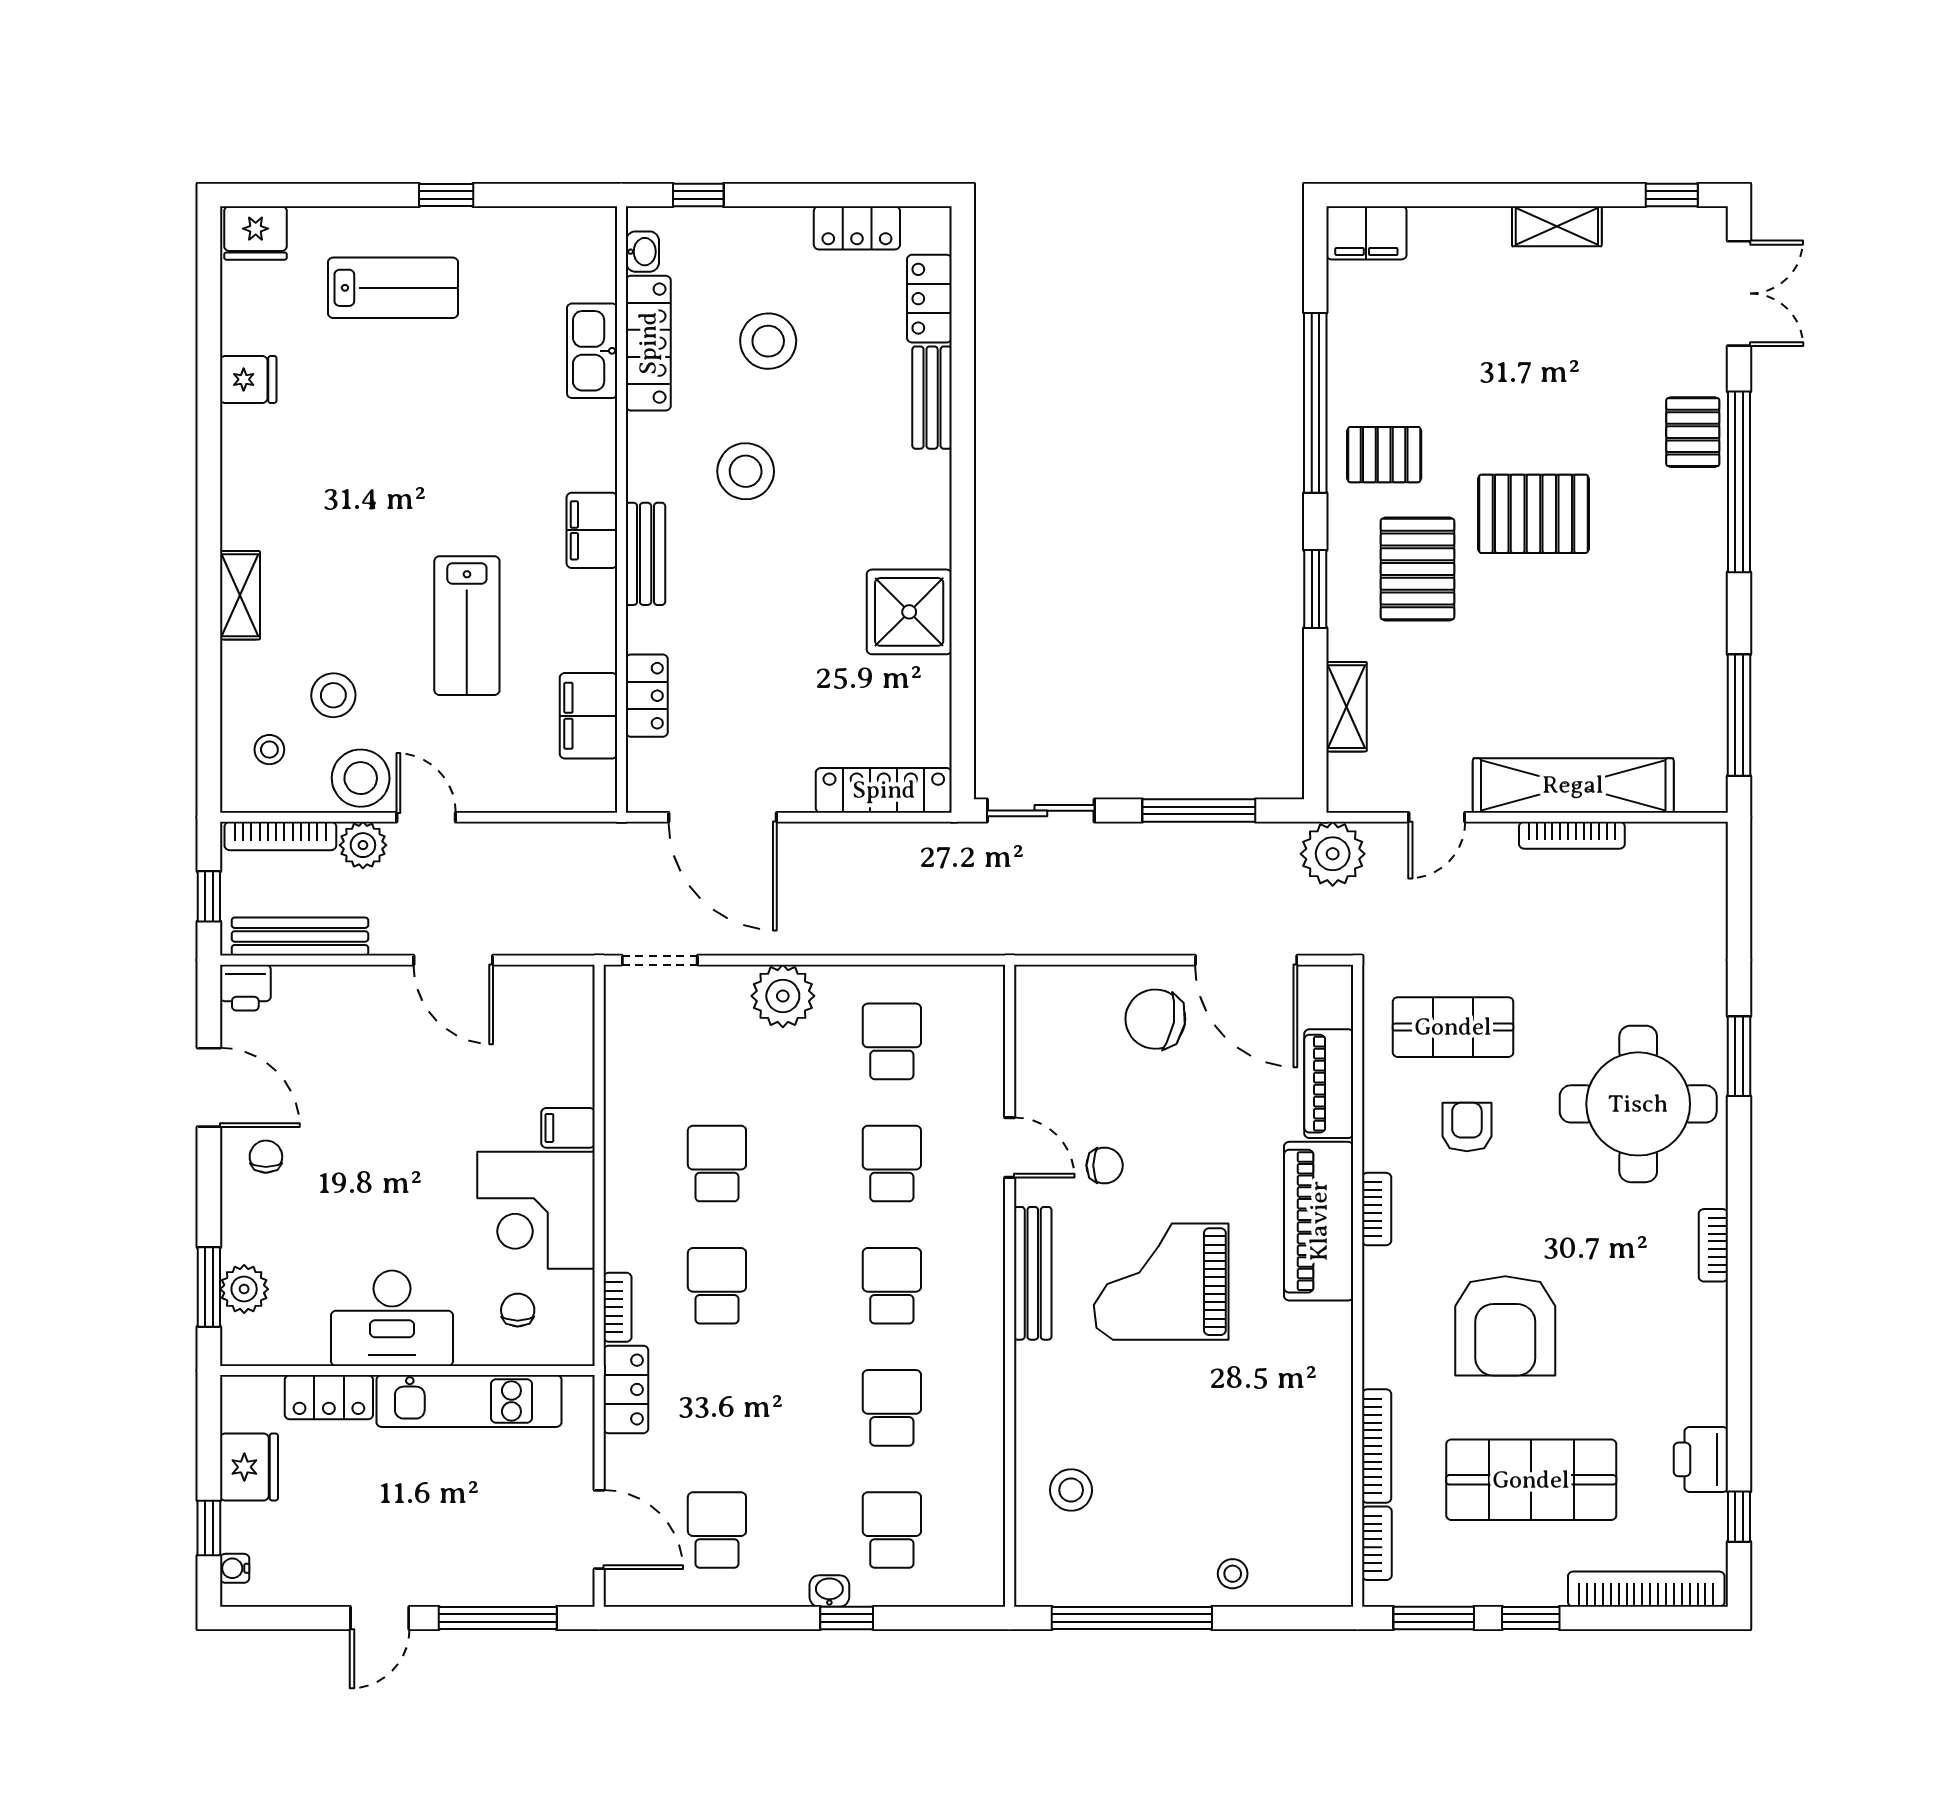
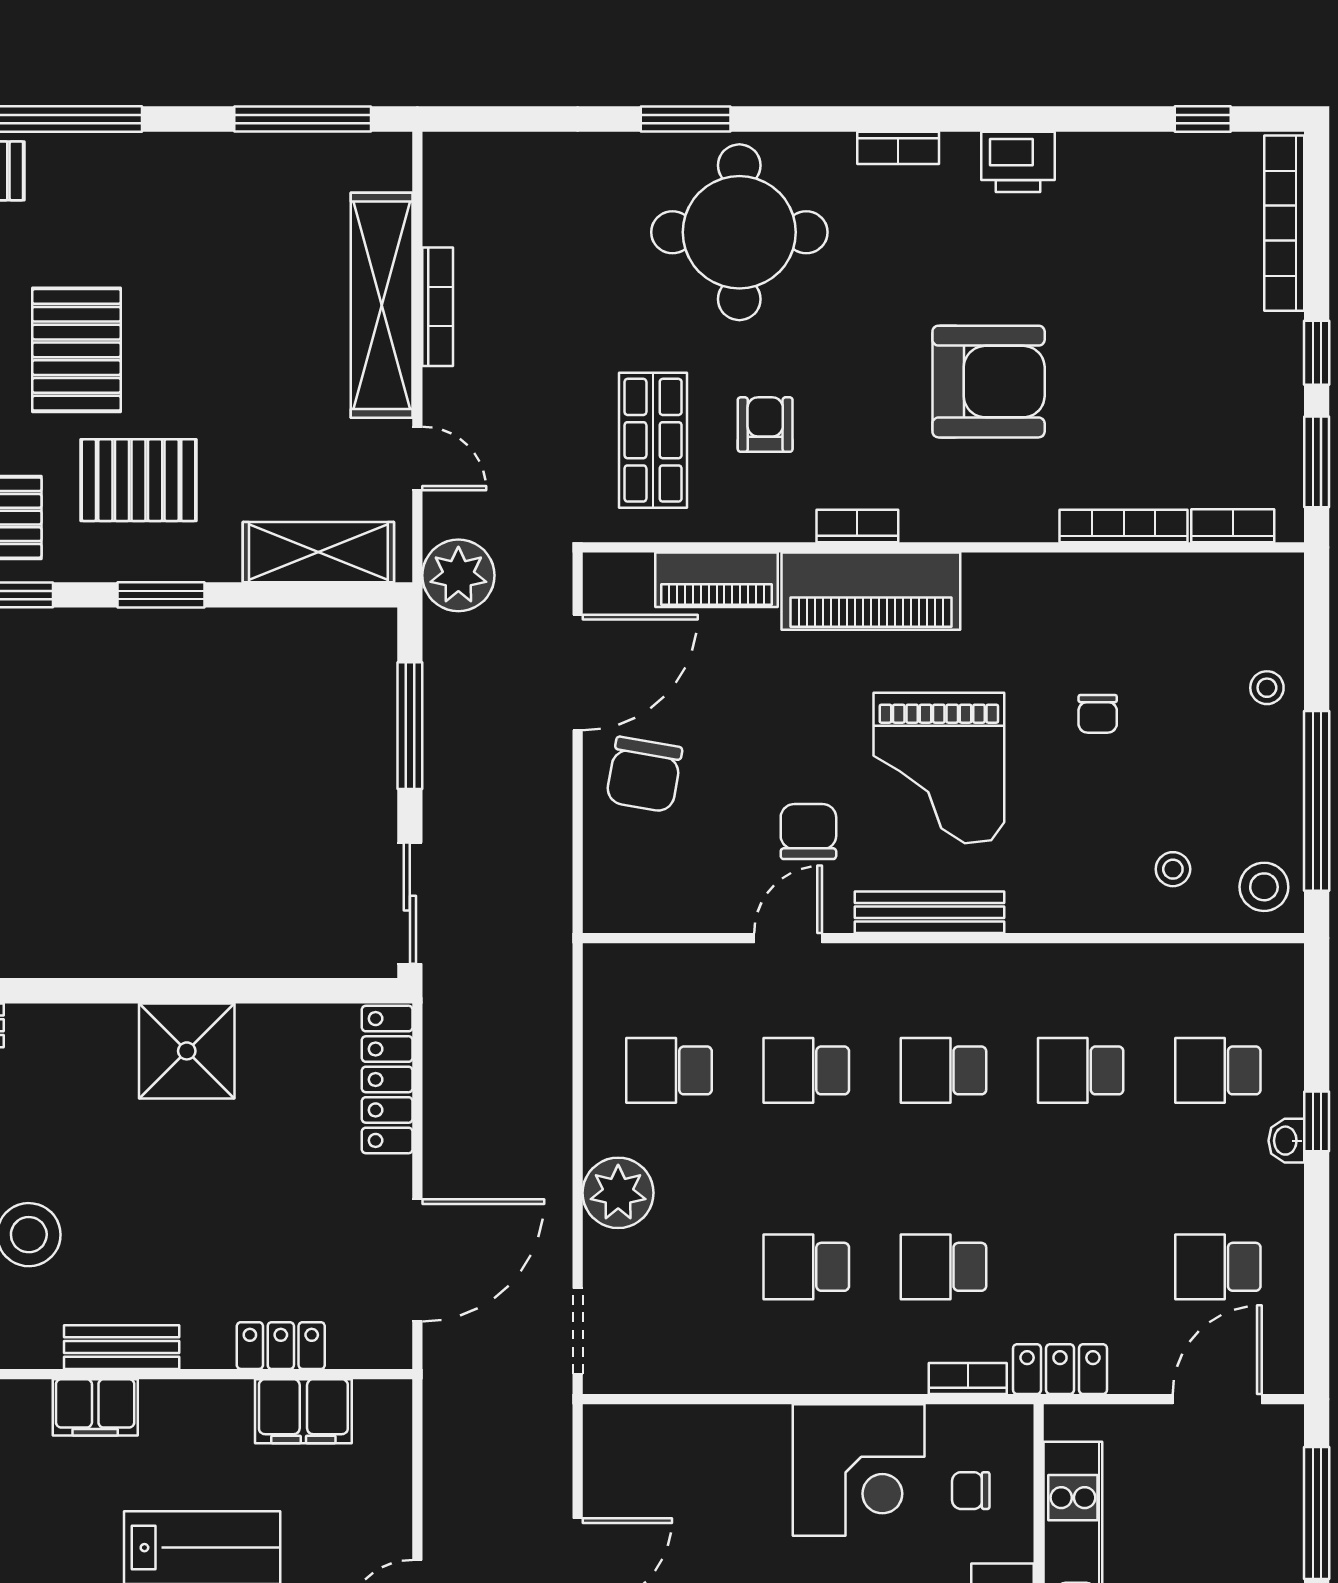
shelving: (1347, 707) -> (318, 552), width x1.50, depth x1.33
armchair: (1467, 1127) -> (765, 425), turned 90
filing cabinet: (568, 1128) -> (766, 1434), removed
chair: (1105, 1165) -> (808, 832), width x1.37, depth x1.37
chair: (1209, 1423) -> (1098, 714), added
printer: (1701, 1459) -> (1018, 162), moved
shop shelf: (1531, 1480) -> (1161, 352), removed
stool: (1071, 1490) -> (1173, 869), width x0.73, depth x0.73
stool: (1055, 1571) -> (1264, 887), added

